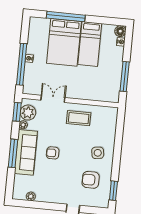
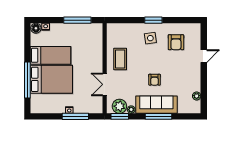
window: (22, 64) -> (75, 116), width x0.68
window: (113, 191) -> (153, 20), moved

